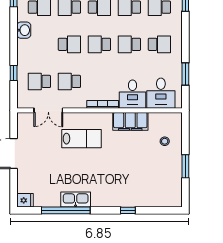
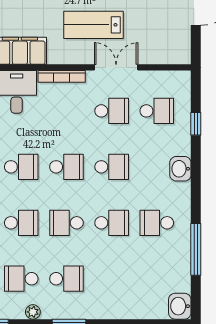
washbasin: (24, 30) -> (180, 169), moved
school desk: (69, 44) -> (112, 167), turned 180
double door: (48, 110) -> (116, 67), moved

